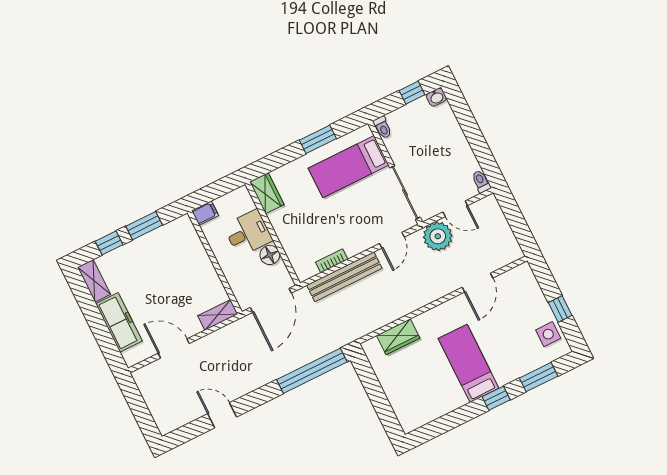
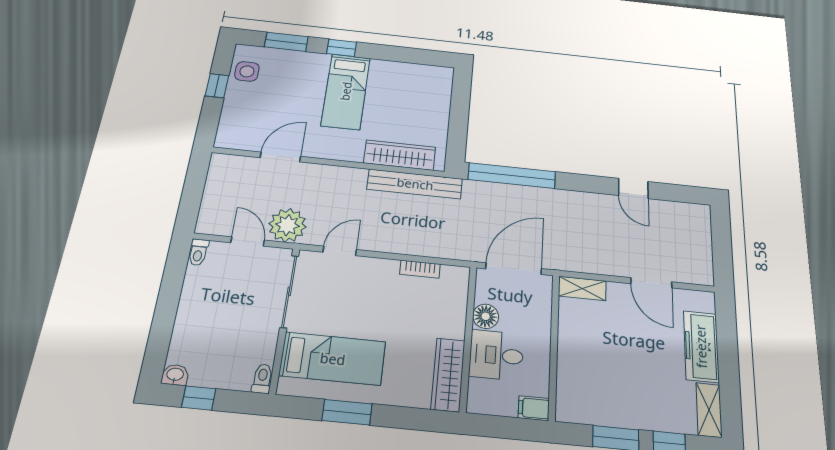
wardrobe: (267, 193) -> (448, 375), width x1.50
bench: (344, 277) -> (415, 184), moved
wardrobe: (398, 337) -> (400, 155), width x1.50

